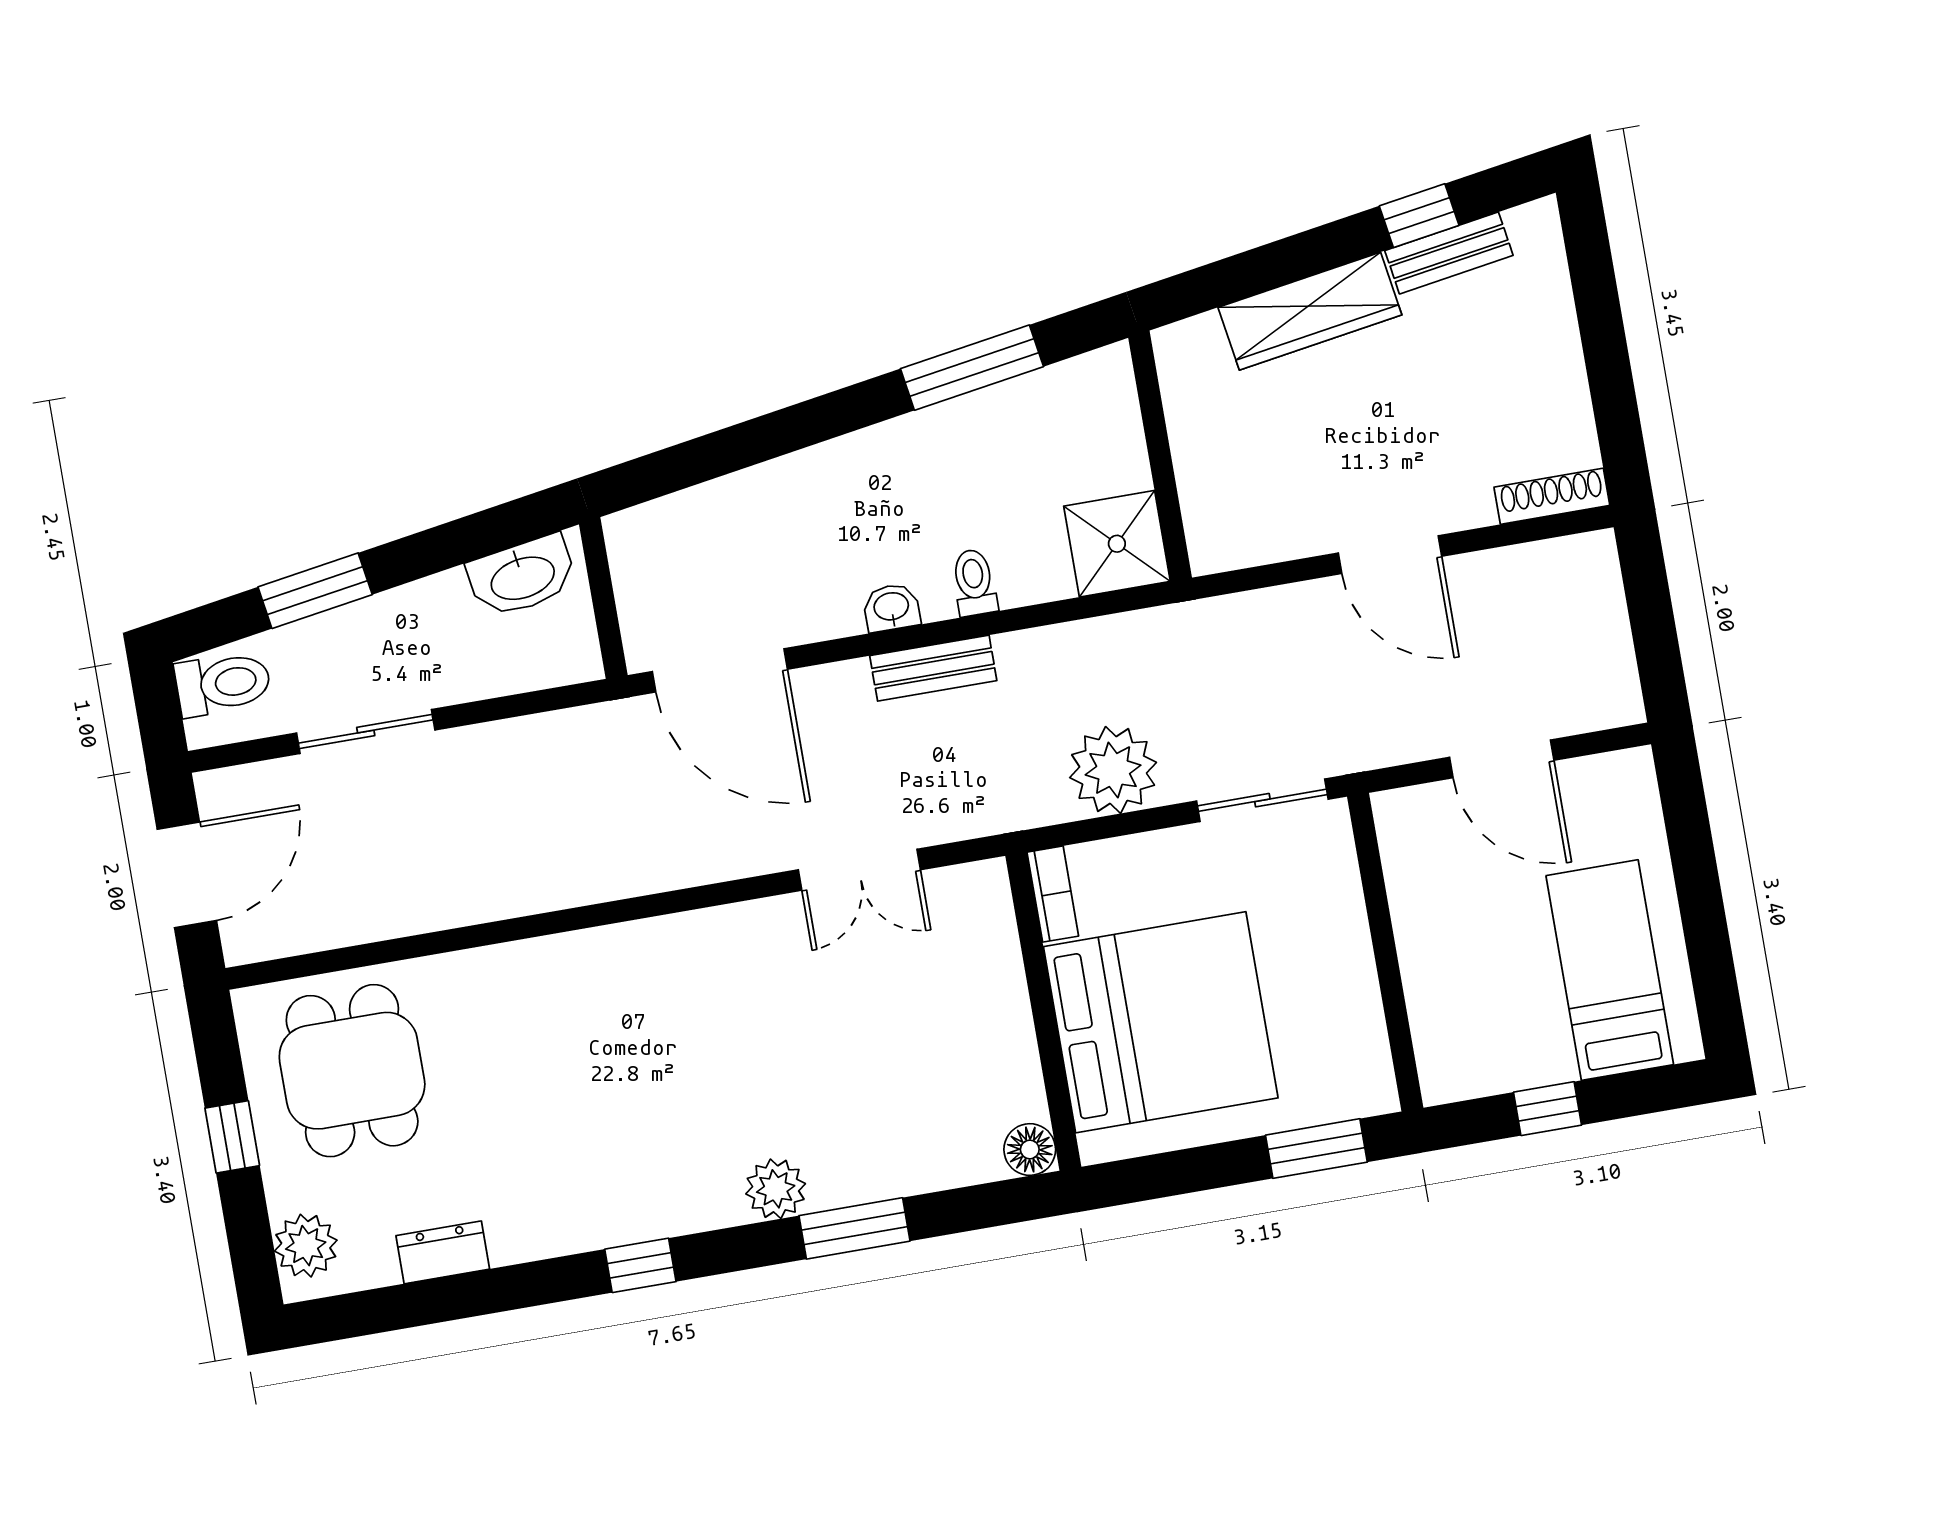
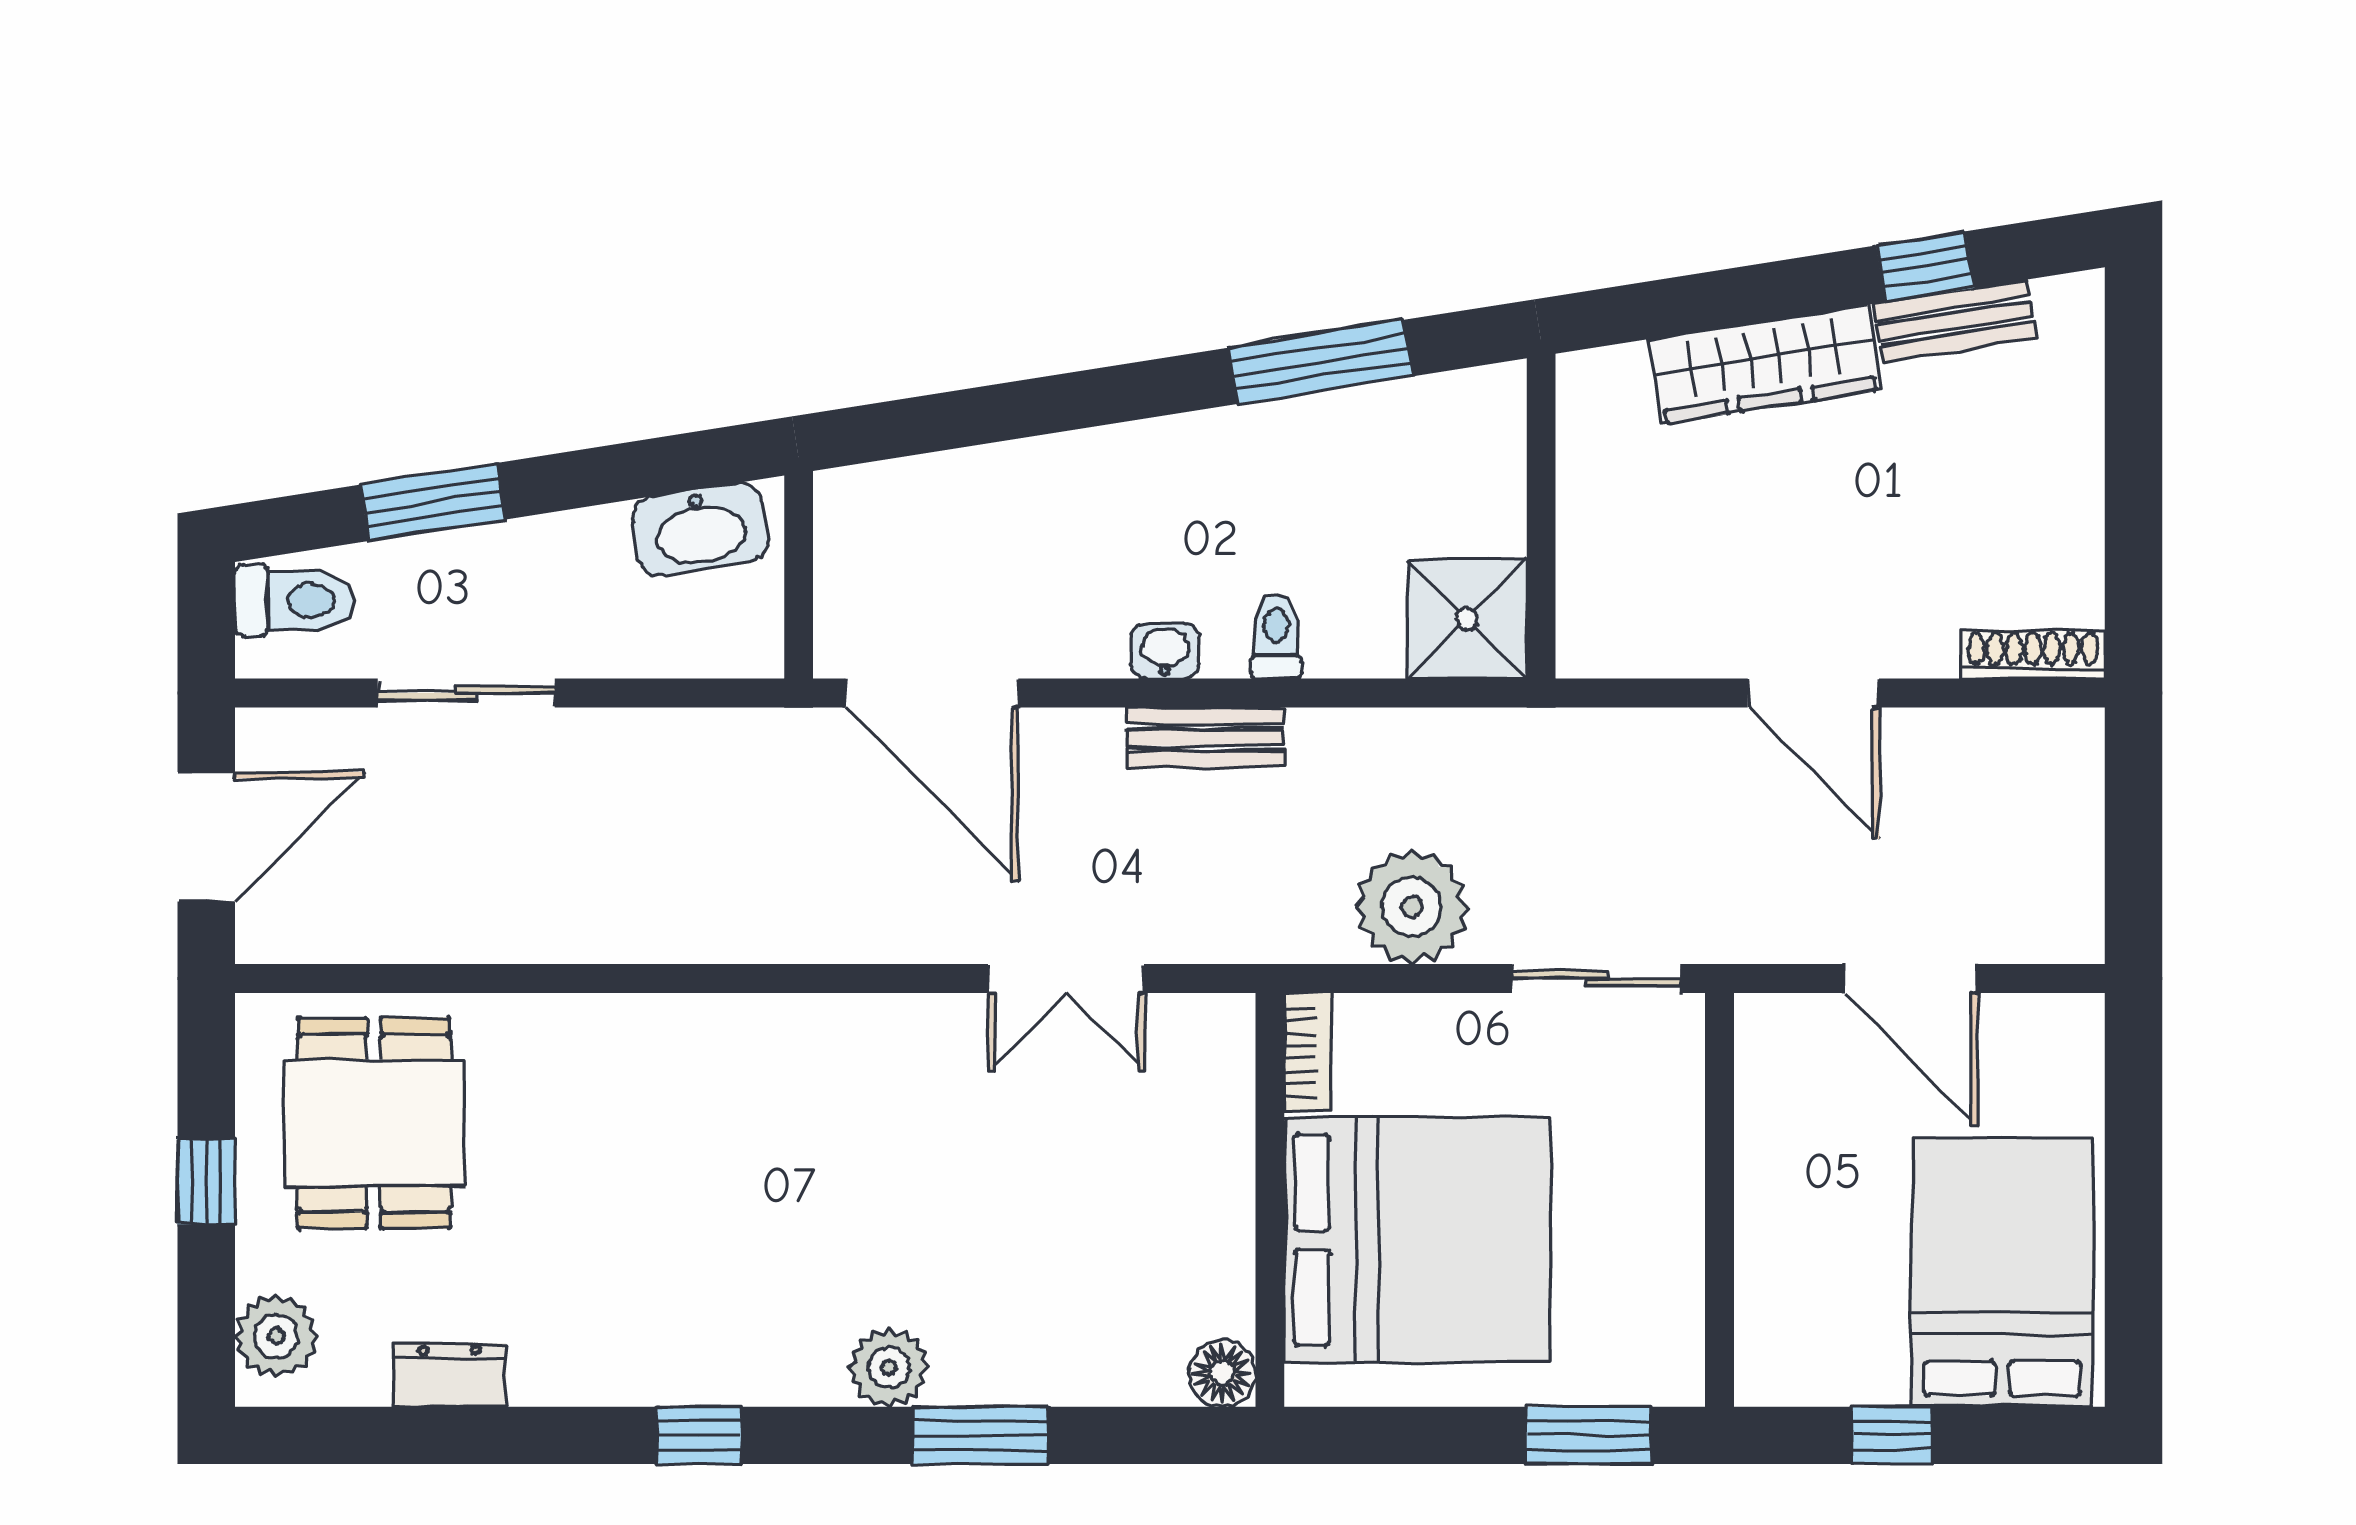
bed: (1610, 970) -> (2002, 1272), width x1.50

